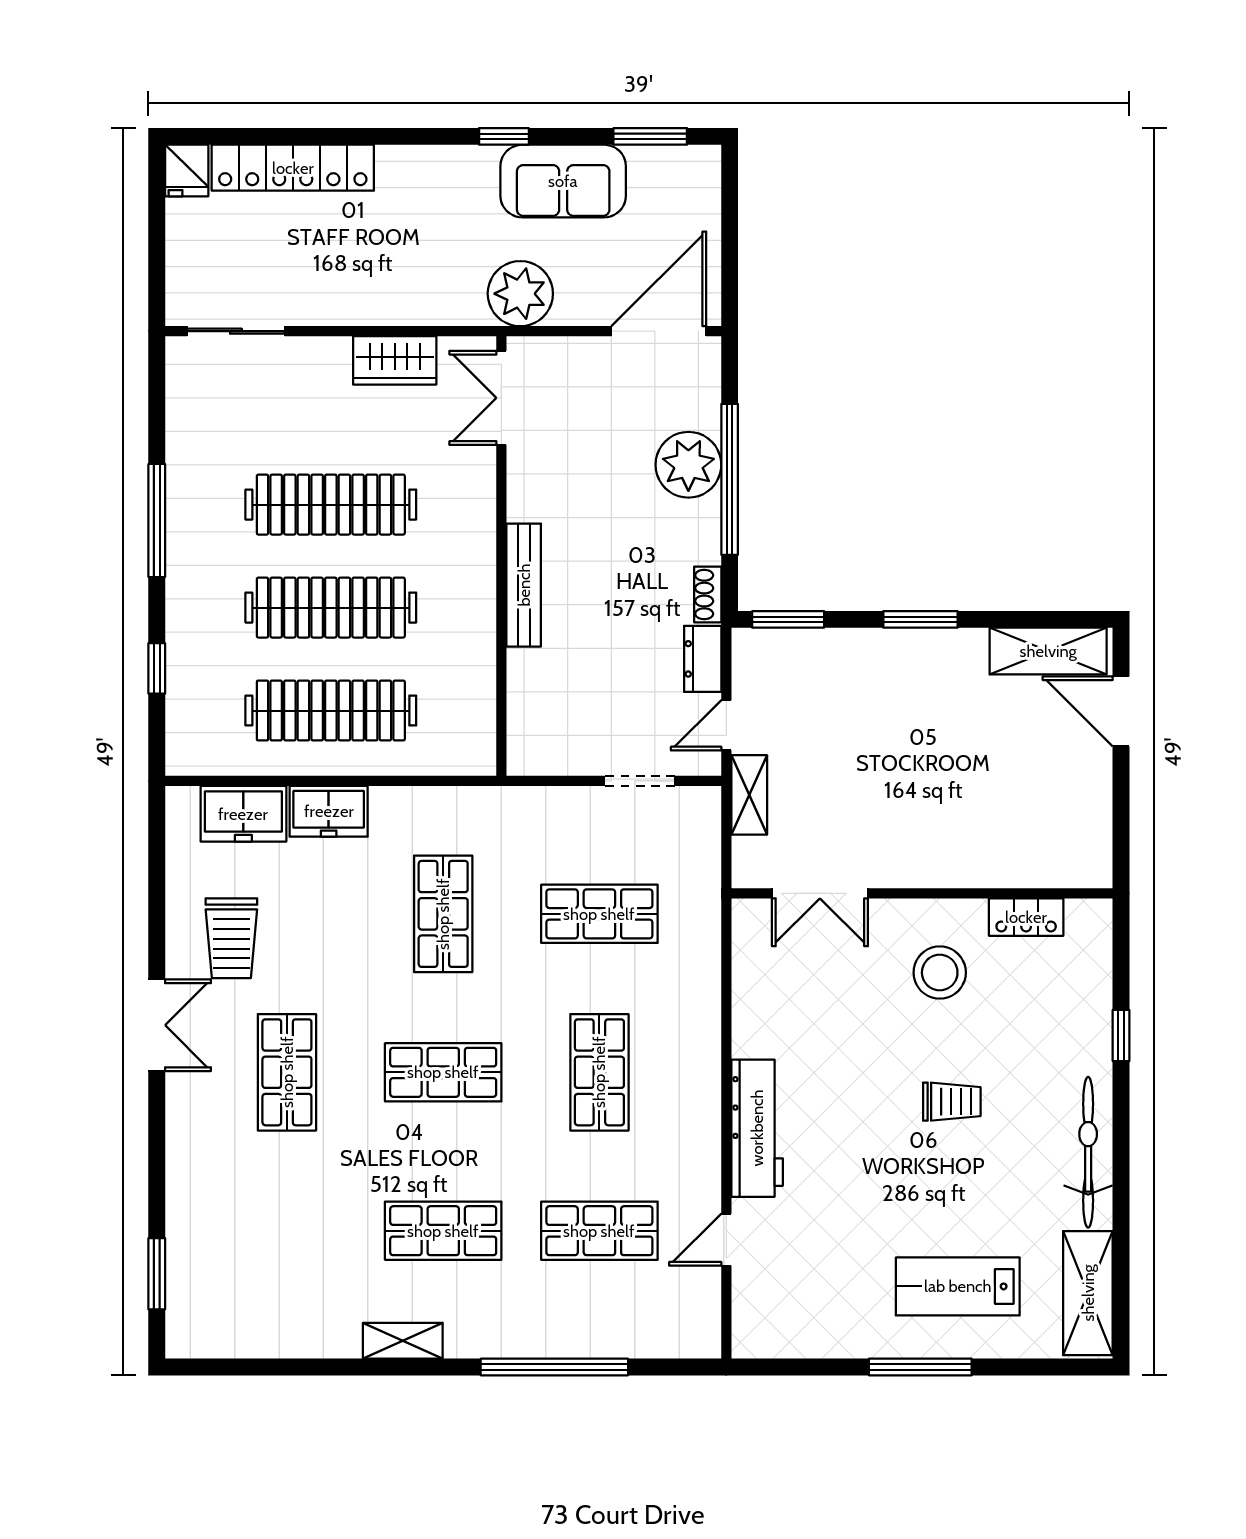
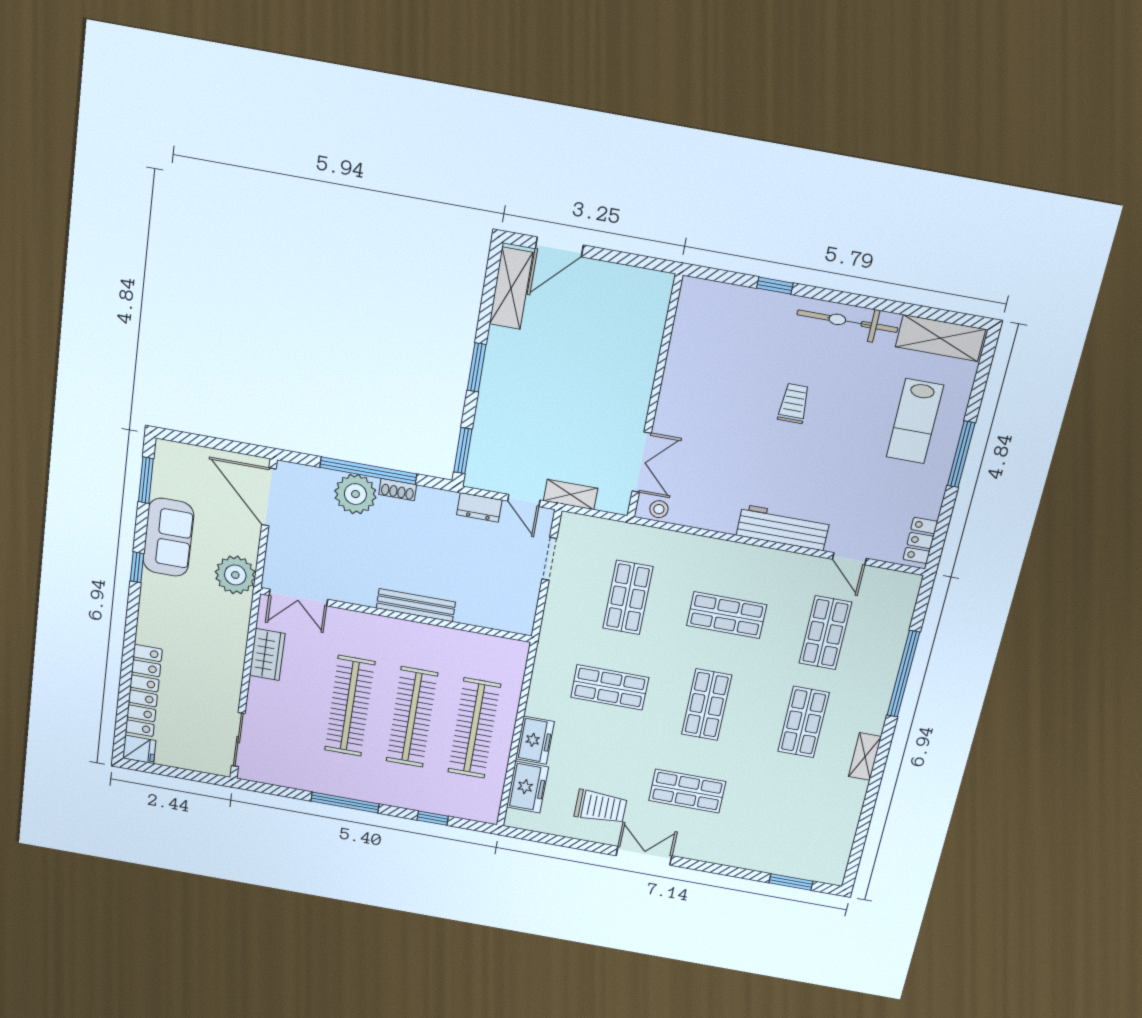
shoe rack: (708, 595) -> (398, 490), moved
locker: (1026, 917) -> (920, 541), moved, turned 180
stool: (940, 973) -> (659, 509), moved, width x0.53, depth x0.53

